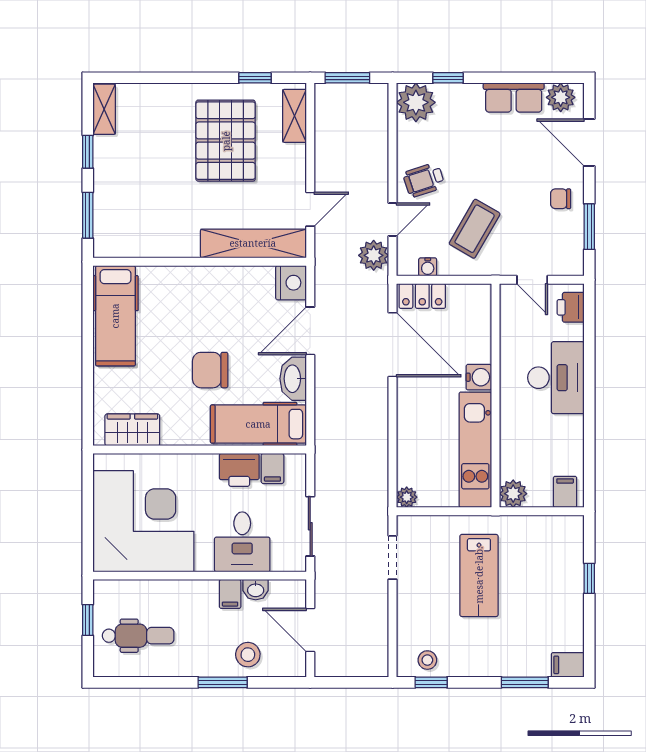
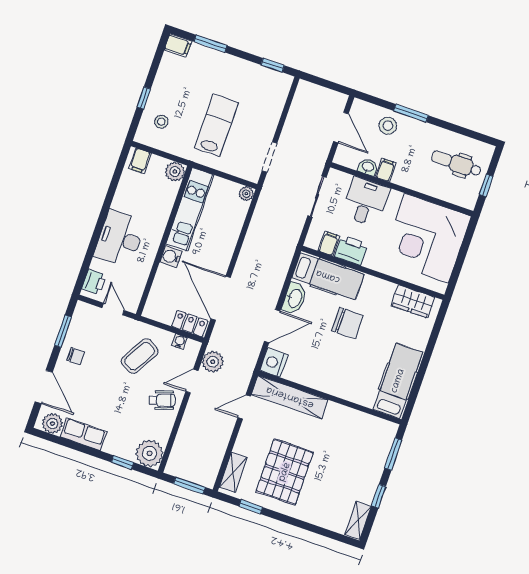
stool: (427, 660) -> (161, 122), moved

